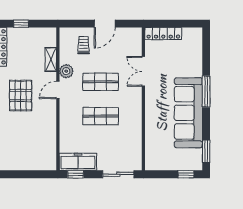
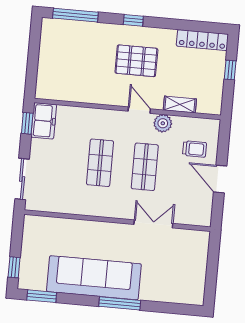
locker: (163, 34) -> (200, 254), removed
freezer: (78, 162) -> (44, 121), width x0.71

